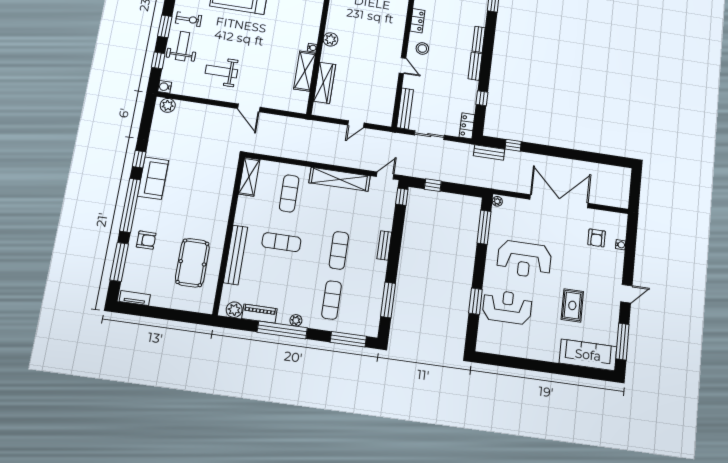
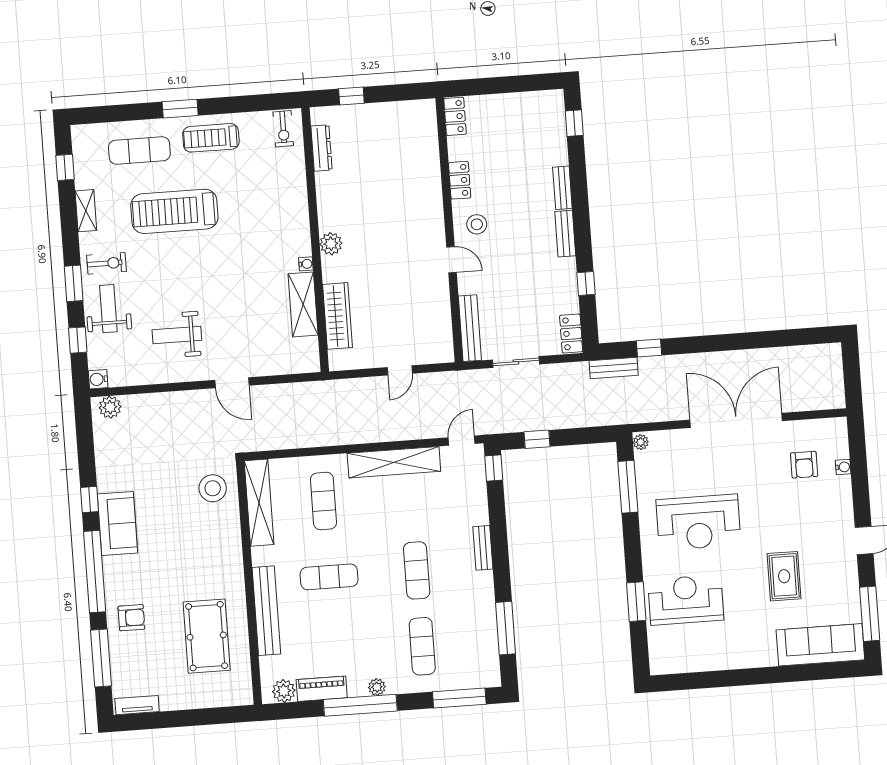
stool: (220, 170) -> (213, 488), added
shelving: (249, 177) -> (259, 503), width x1.47

